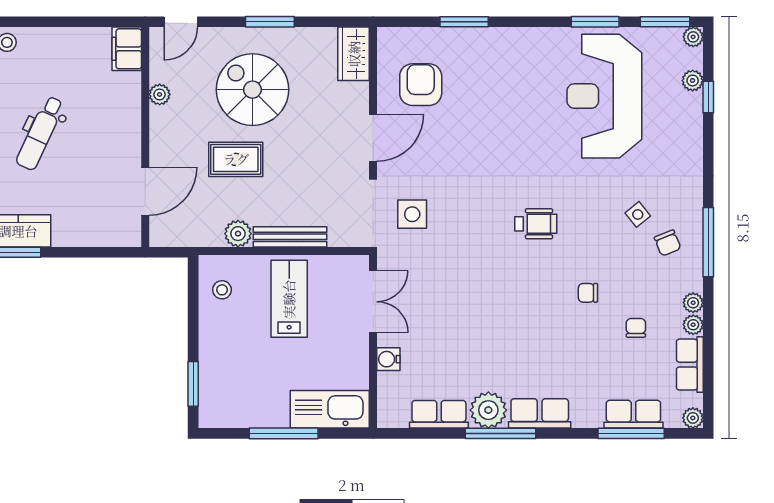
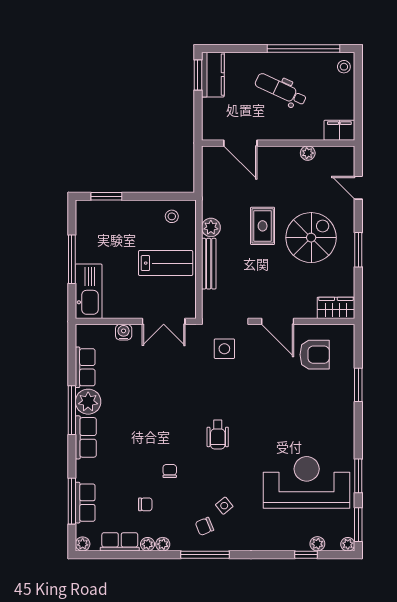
filing cabinet: (127, 49) -> (339, 130), moved
plant: (160, 94) -> (308, 153), moved
wall: (145, 137) -> (278, 143), moved
door: (145, 191) -> (240, 143), moved

